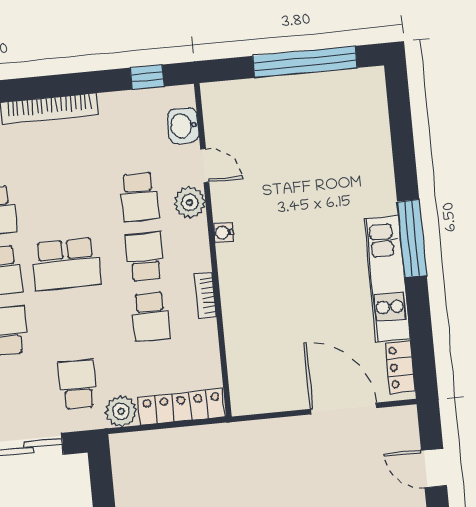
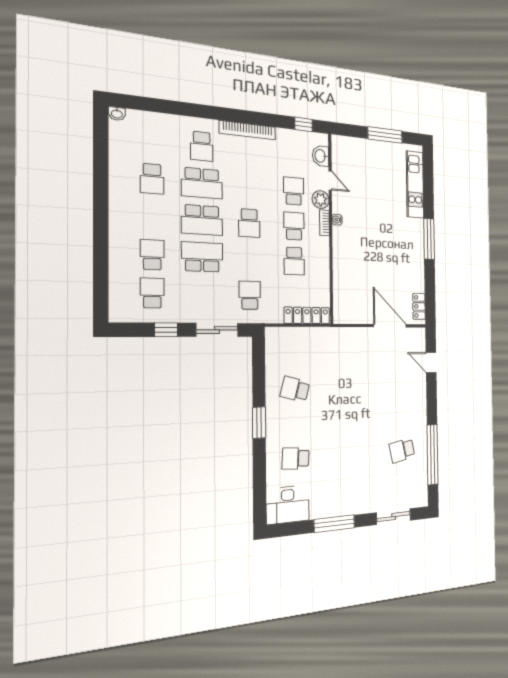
window: (305, 62) -> (385, 135), width x0.68
school desk: (139, 197) -> (294, 191), turned 180
school desk: (66, 264) -> (249, 223), width x0.54
kitchen unit: (387, 279) -> (415, 184), moved
bookcase: (205, 295) -> (324, 223), moved
plant: (121, 411) -> (273, 314), removed

